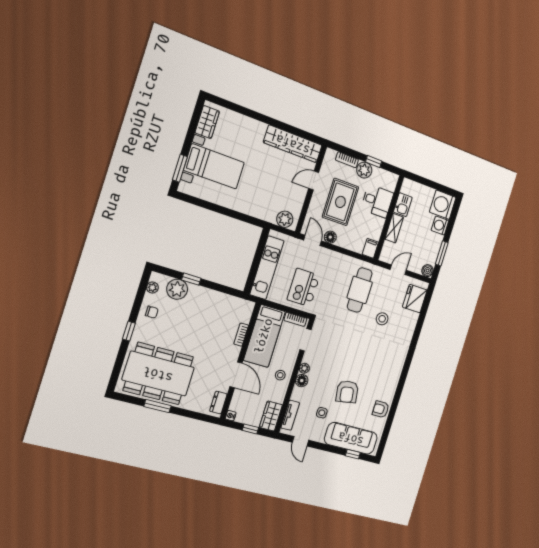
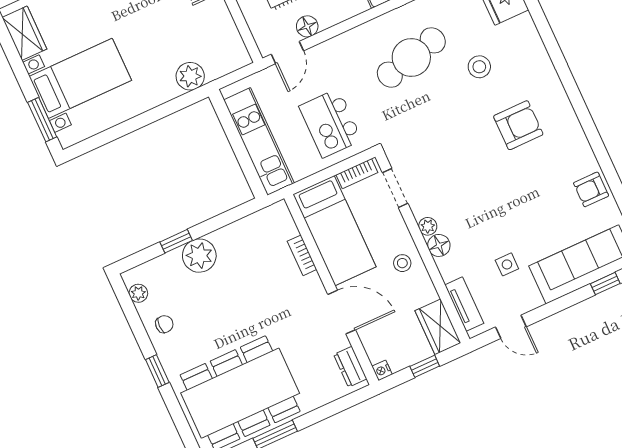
plant: (285, 219) -> (190, 76), moved
door: (313, 240) -> (287, 52), swing flipped
plant: (177, 289) -> (199, 256), moved
cafe table: (360, 290) -> (411, 57), turned 76
armchair: (347, 392) -> (518, 125), moved, turned -81

